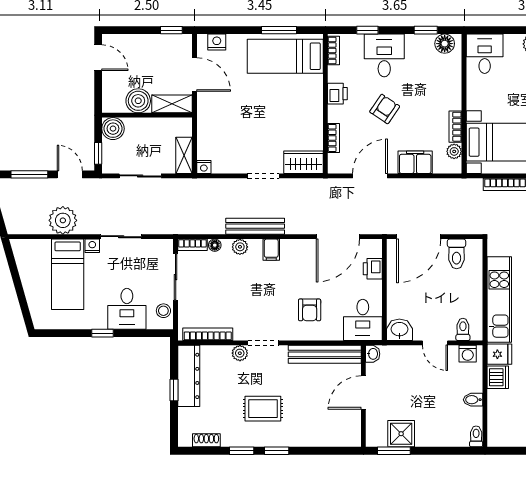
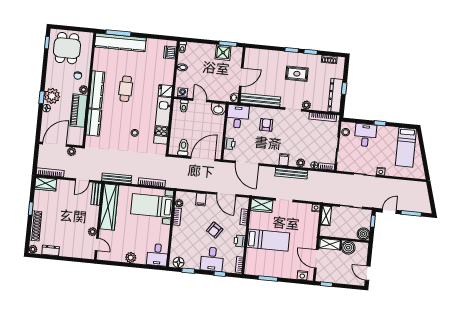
bed: (285, 56) -> (268, 240), moved
filing cabinet: (415, 162) -> (201, 199), width x0.50
door: (70, 174) -> (389, 211), swing flipped
door: (370, 176) -> (226, 194), hinge flipped
plant: (63, 220) -> (396, 187), removed
door: (338, 237) -> (247, 163), swing flipped
bed: (68, 274) -> (406, 147), moved, turned 180
dishwasher: (498, 377) -> (170, 53), moved

